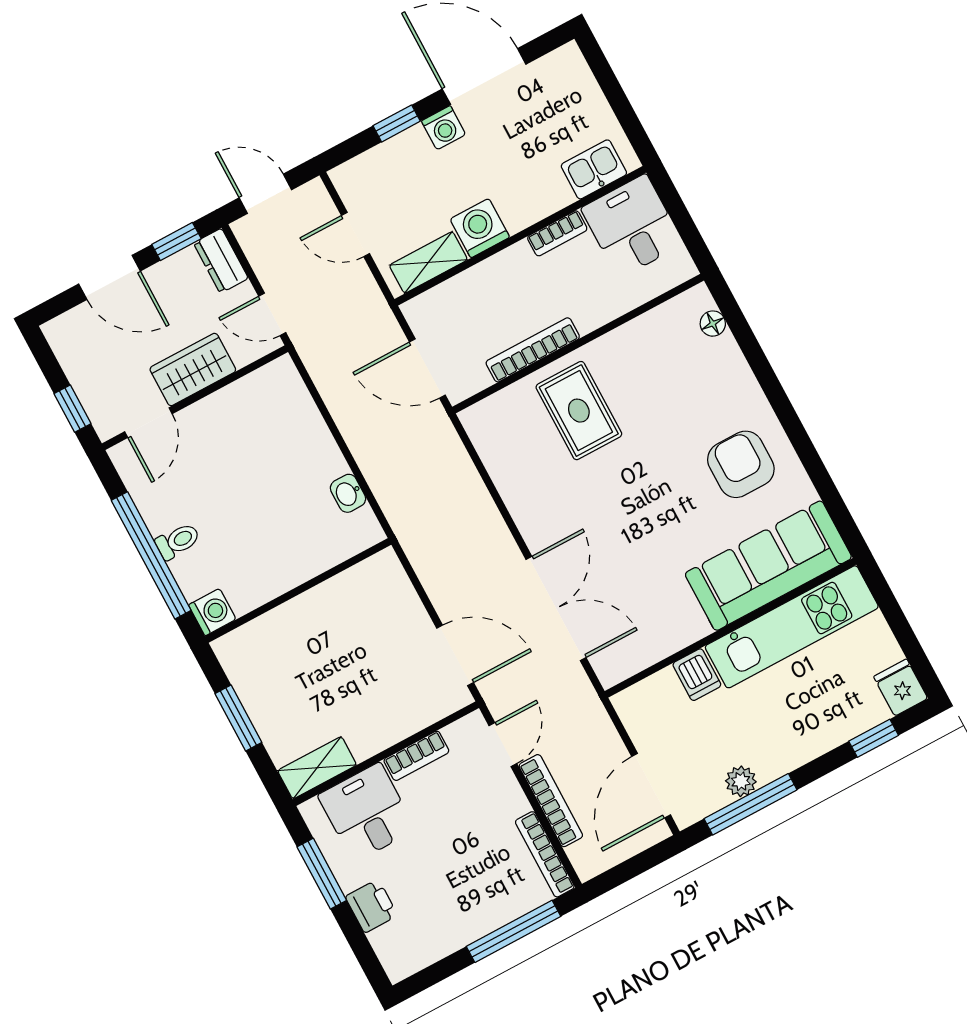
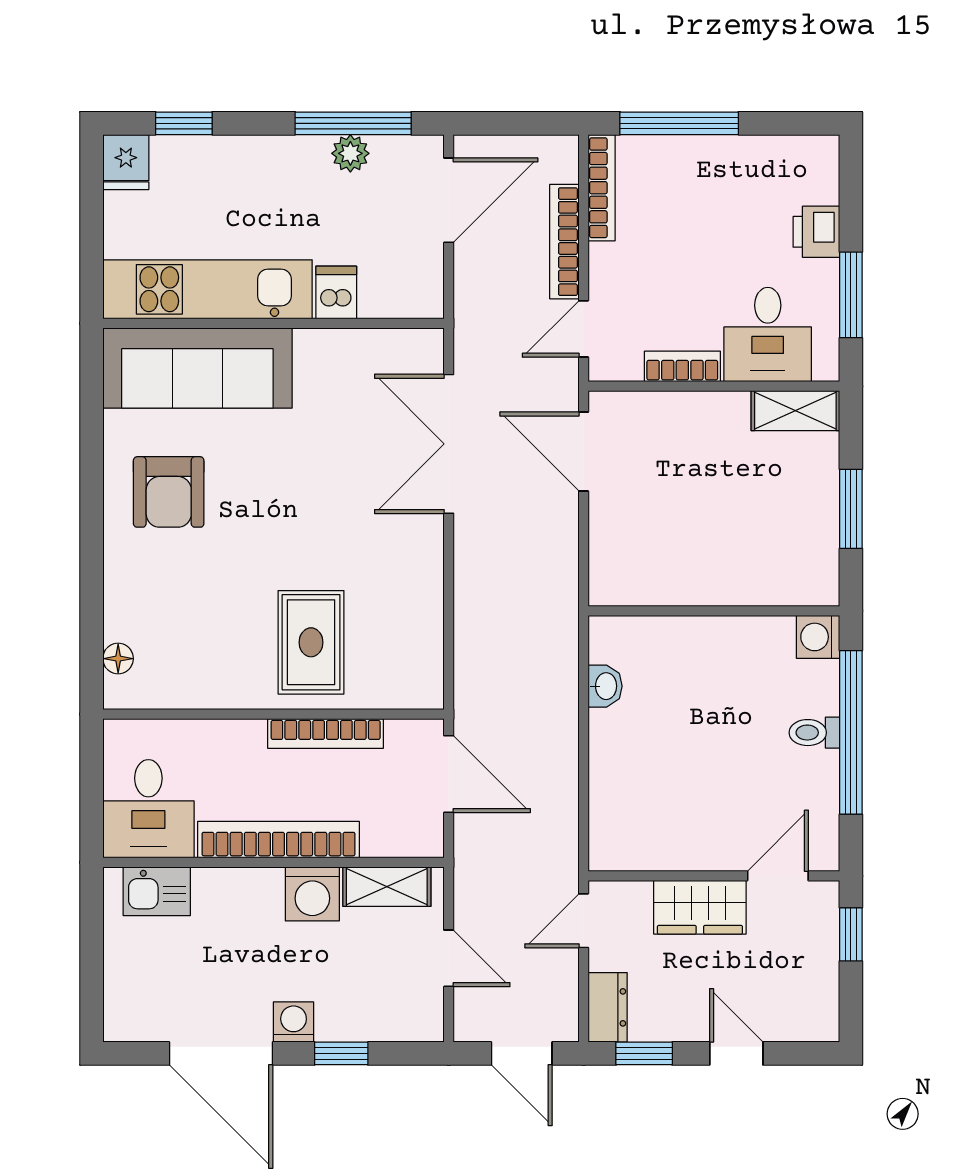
bookcase: (557, 233) -> (278, 840), width x2.31, depth x1.31
door: (109, 277) -> (736, 1053), width x0.73
door: (272, 314) -> (584, 921), swing flipped

